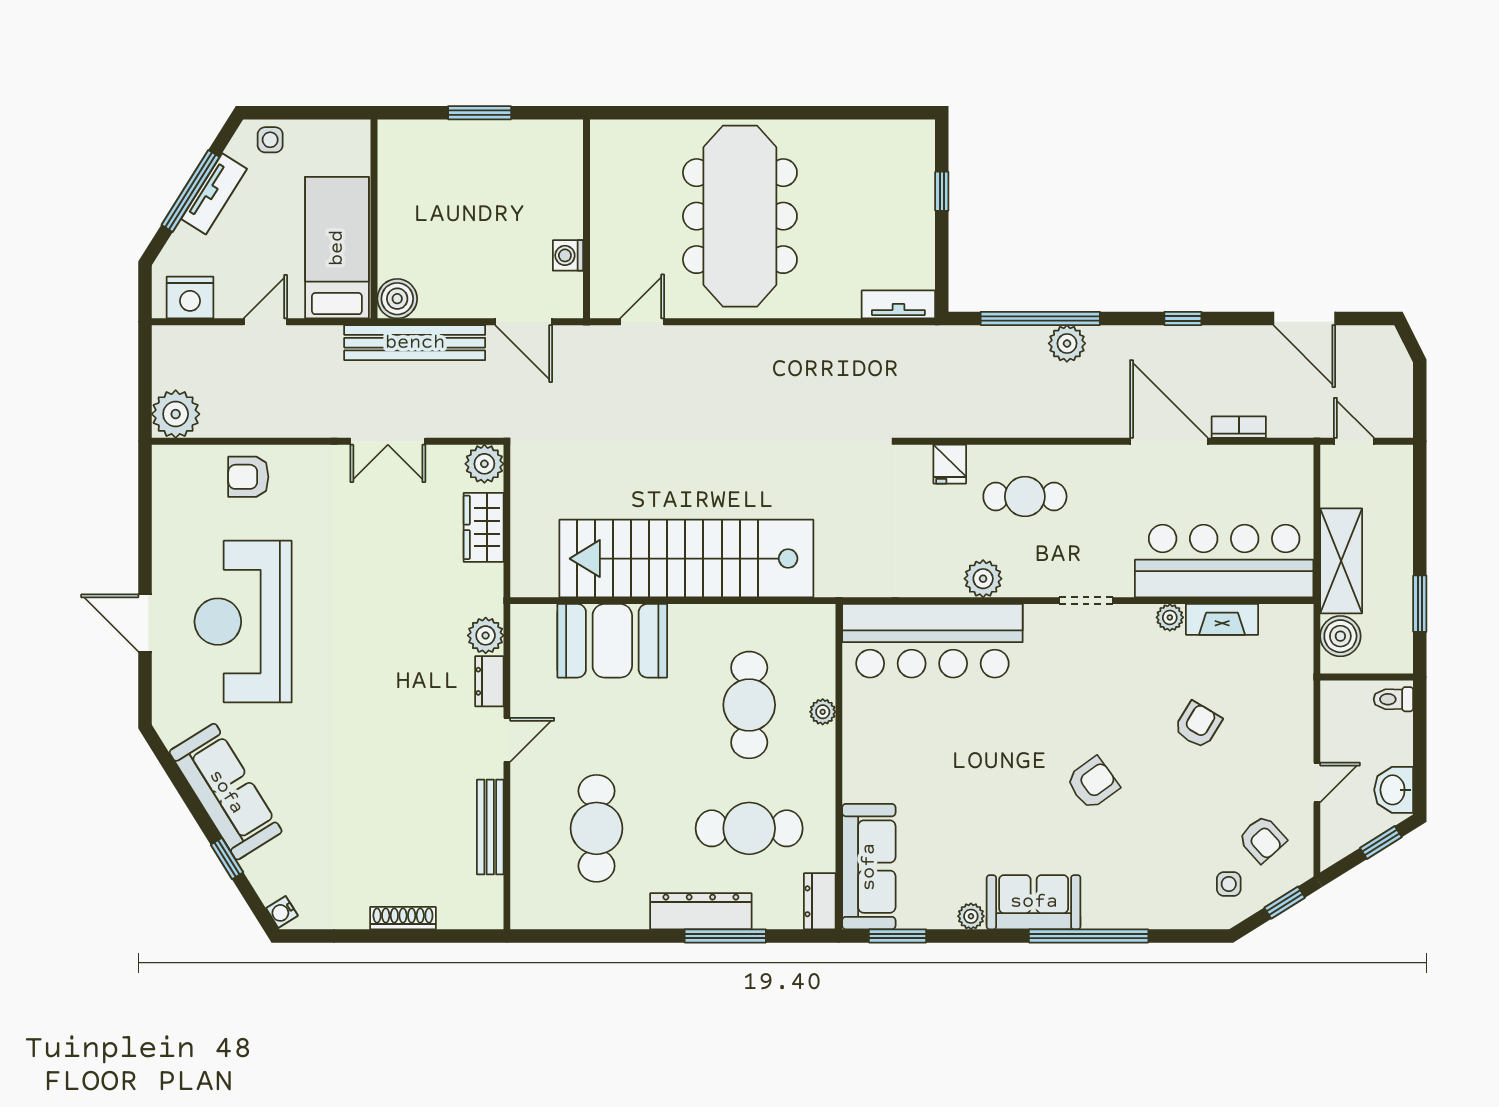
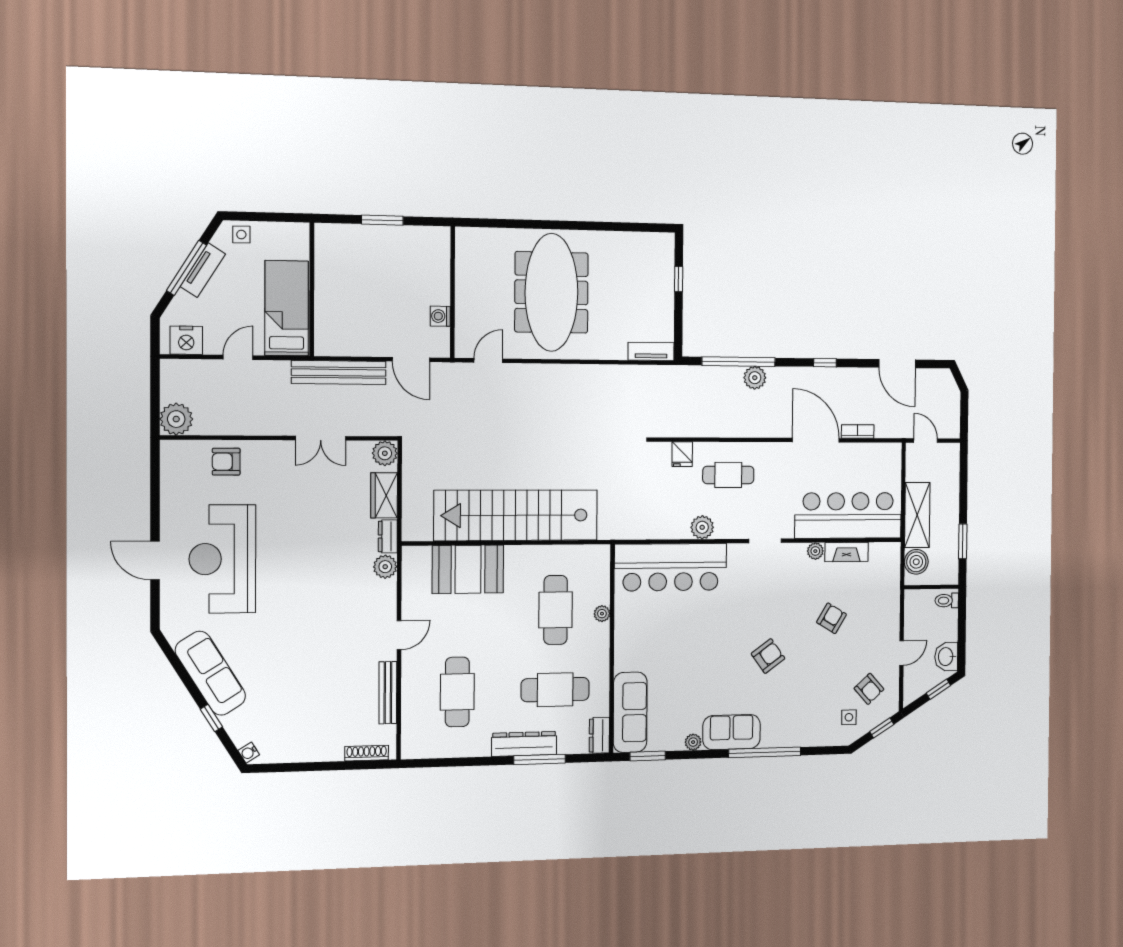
boiler: (397, 299) -> (327, 343), removed
dresser: (489, 681) -> (388, 536), moved
shoe rack: (403, 918) -> (367, 753), moved

